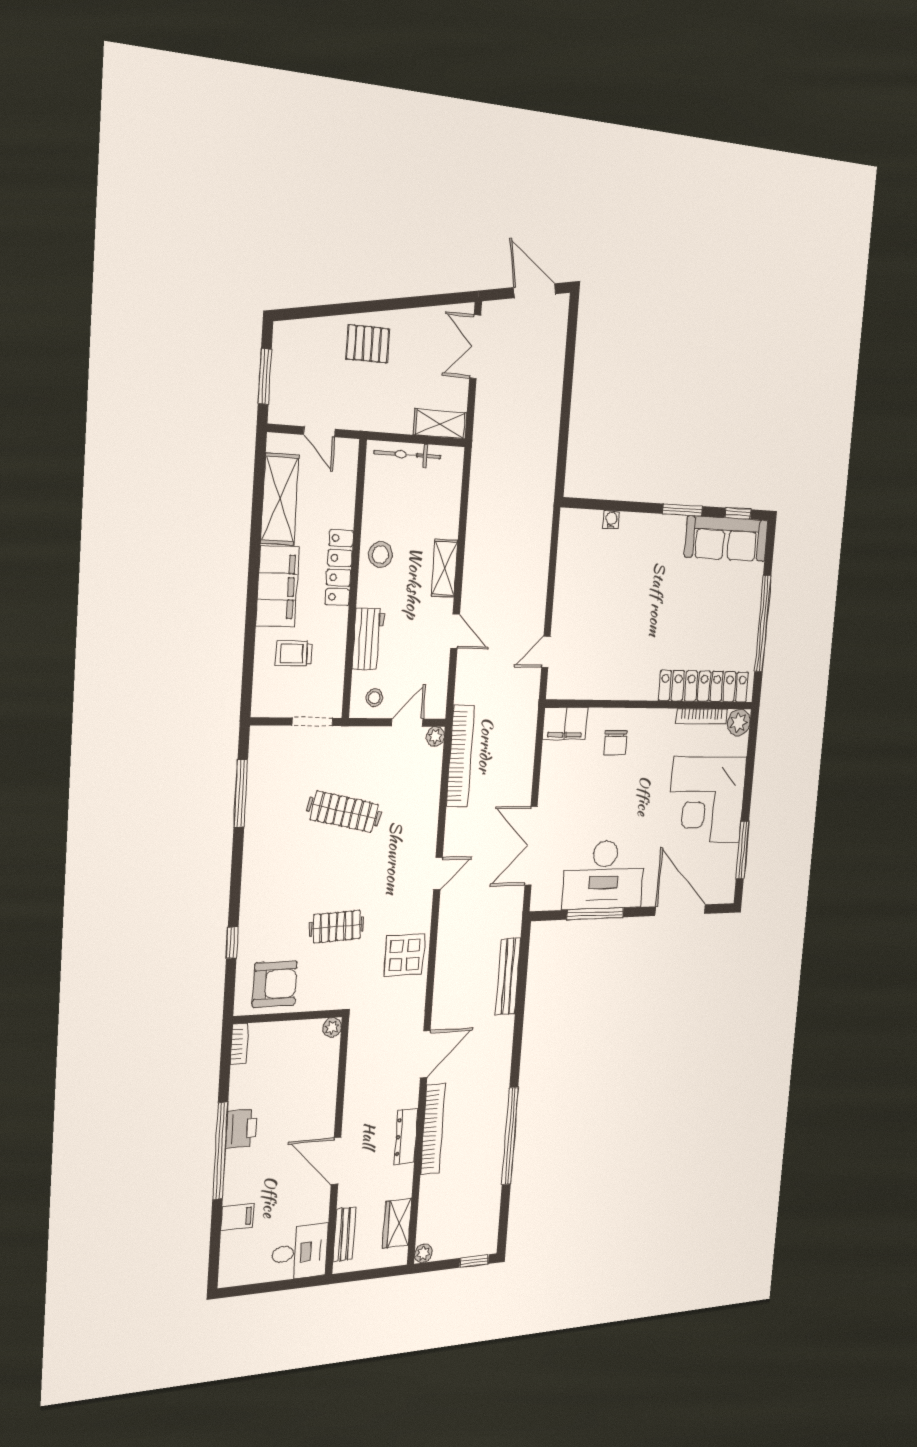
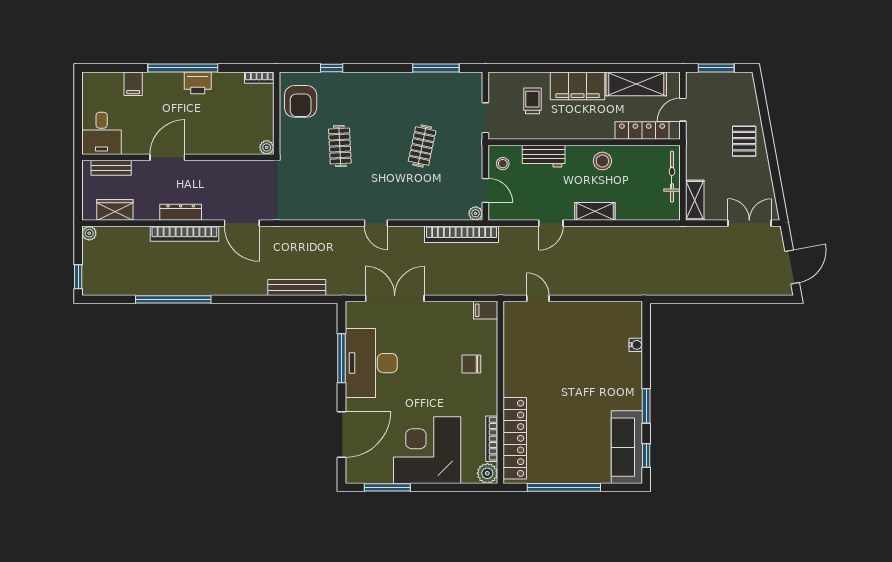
locker: (339, 568) -> (642, 131), moved
filing cabinet: (565, 723) -> (486, 310), width x0.50
clothes rail: (344, 812) -> (422, 146), width x0.73
display table: (405, 955) -> (317, 201), removed

